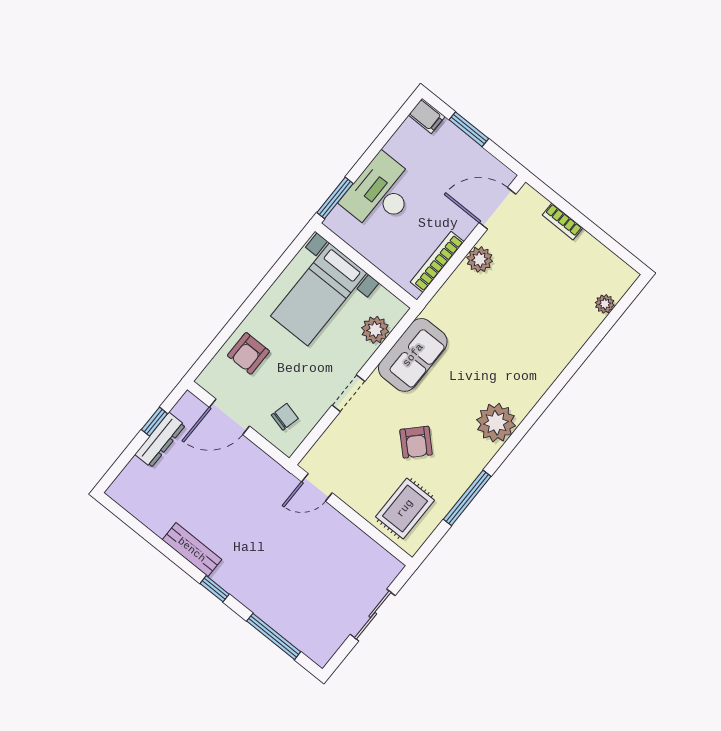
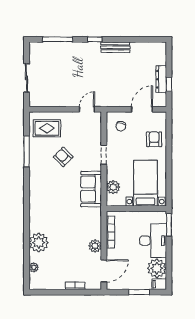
plant: (410, 144) -> (157, 268), added
plant: (496, 423) -> (39, 242), moved
rug: (405, 508) -> (47, 128), turned 90

